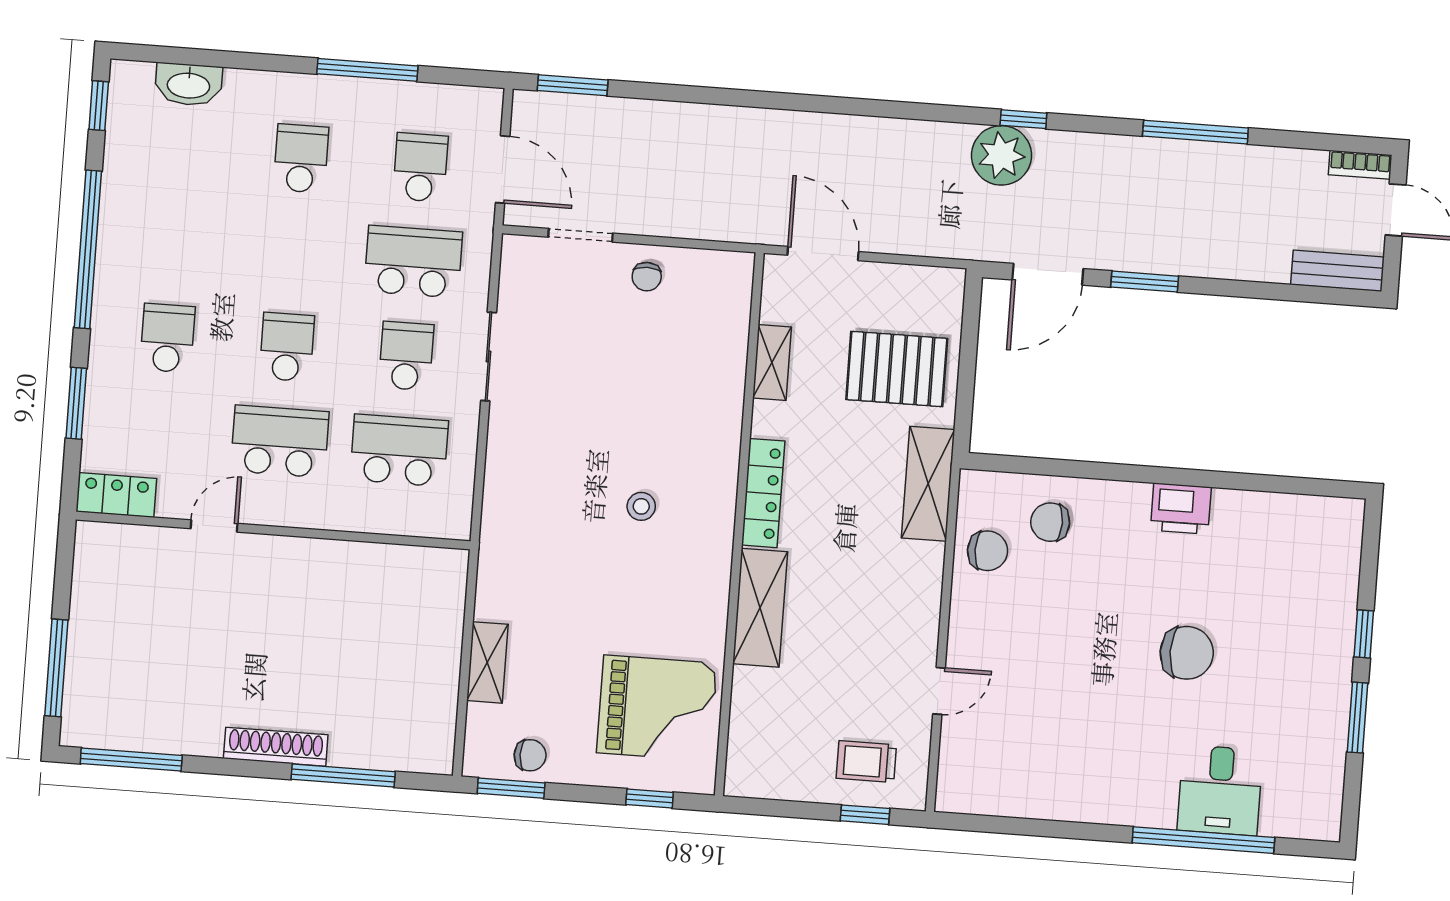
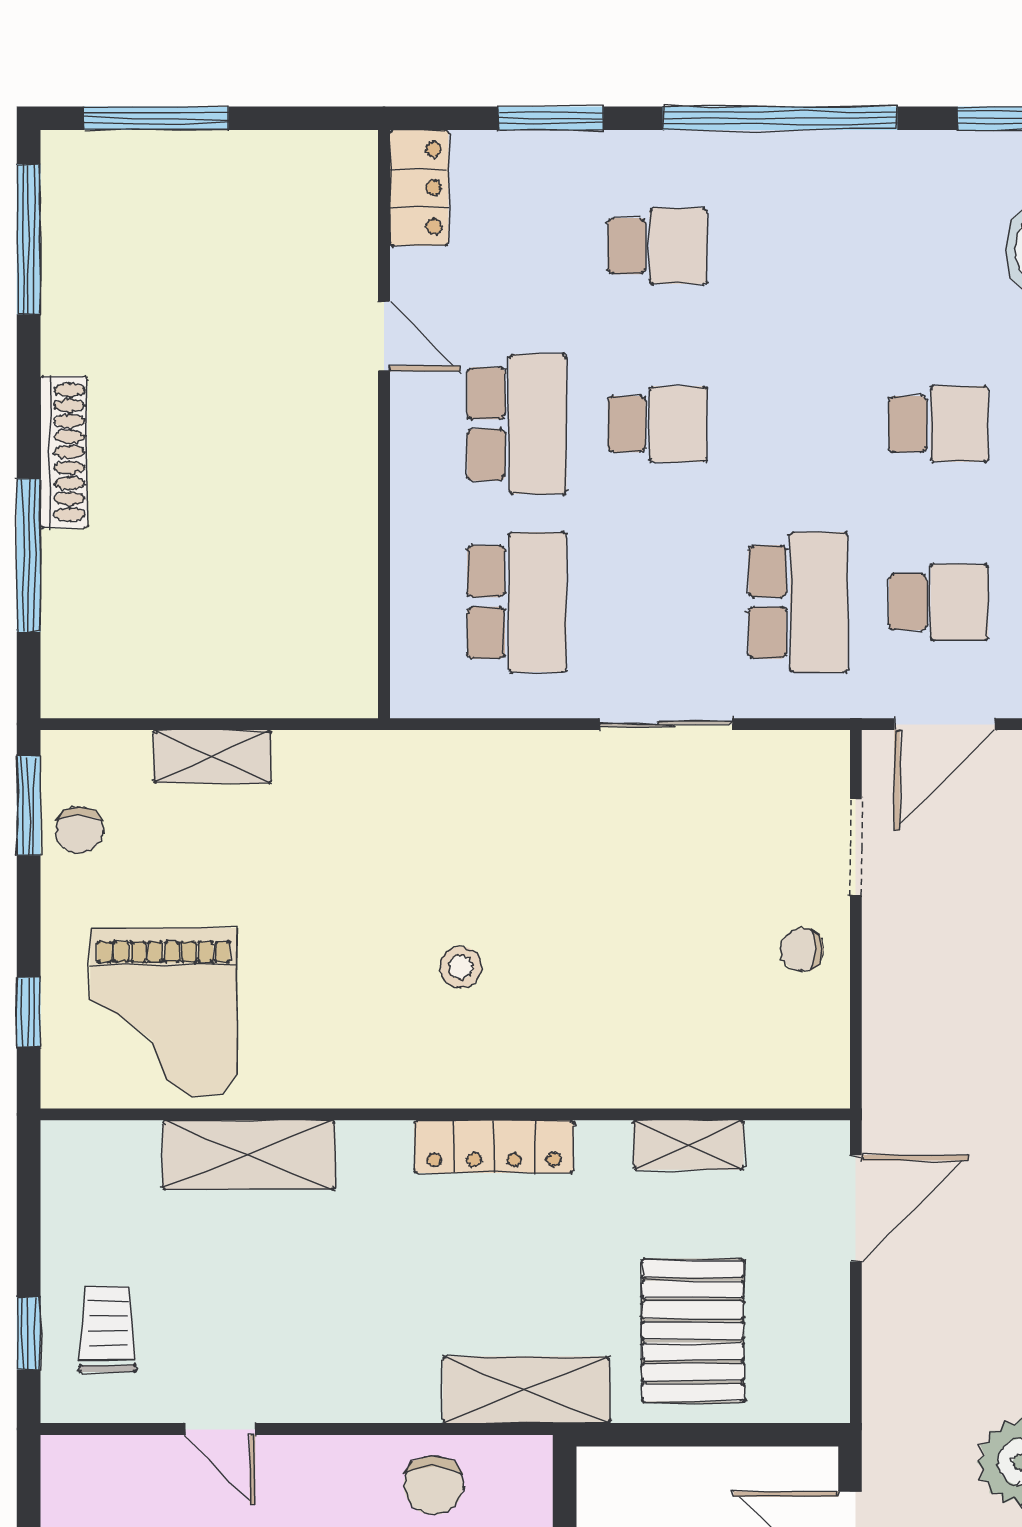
school desk: (406, 356) -> (657, 602), removed
shelving: (760, 608) -> (249, 1155), moved

